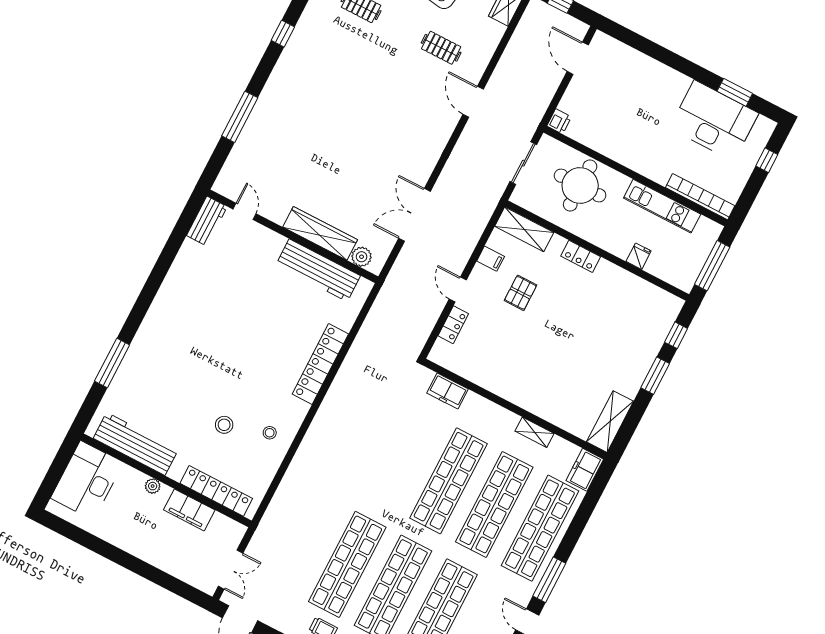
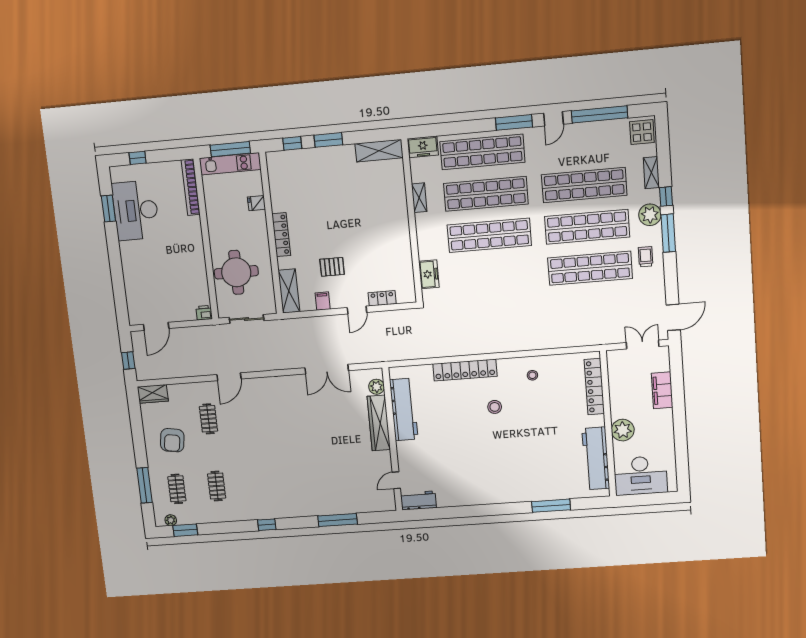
kitchen unit: (662, 206) -> (230, 164), moved, turned 90
locker: (581, 256) -> (281, 235), width x1.53
stool: (224, 425) -> (495, 407), moved
plant: (153, 486) -> (623, 430), width x1.87, depth x1.87
filing cabinet: (189, 510) -> (662, 390), moved, turned 180

